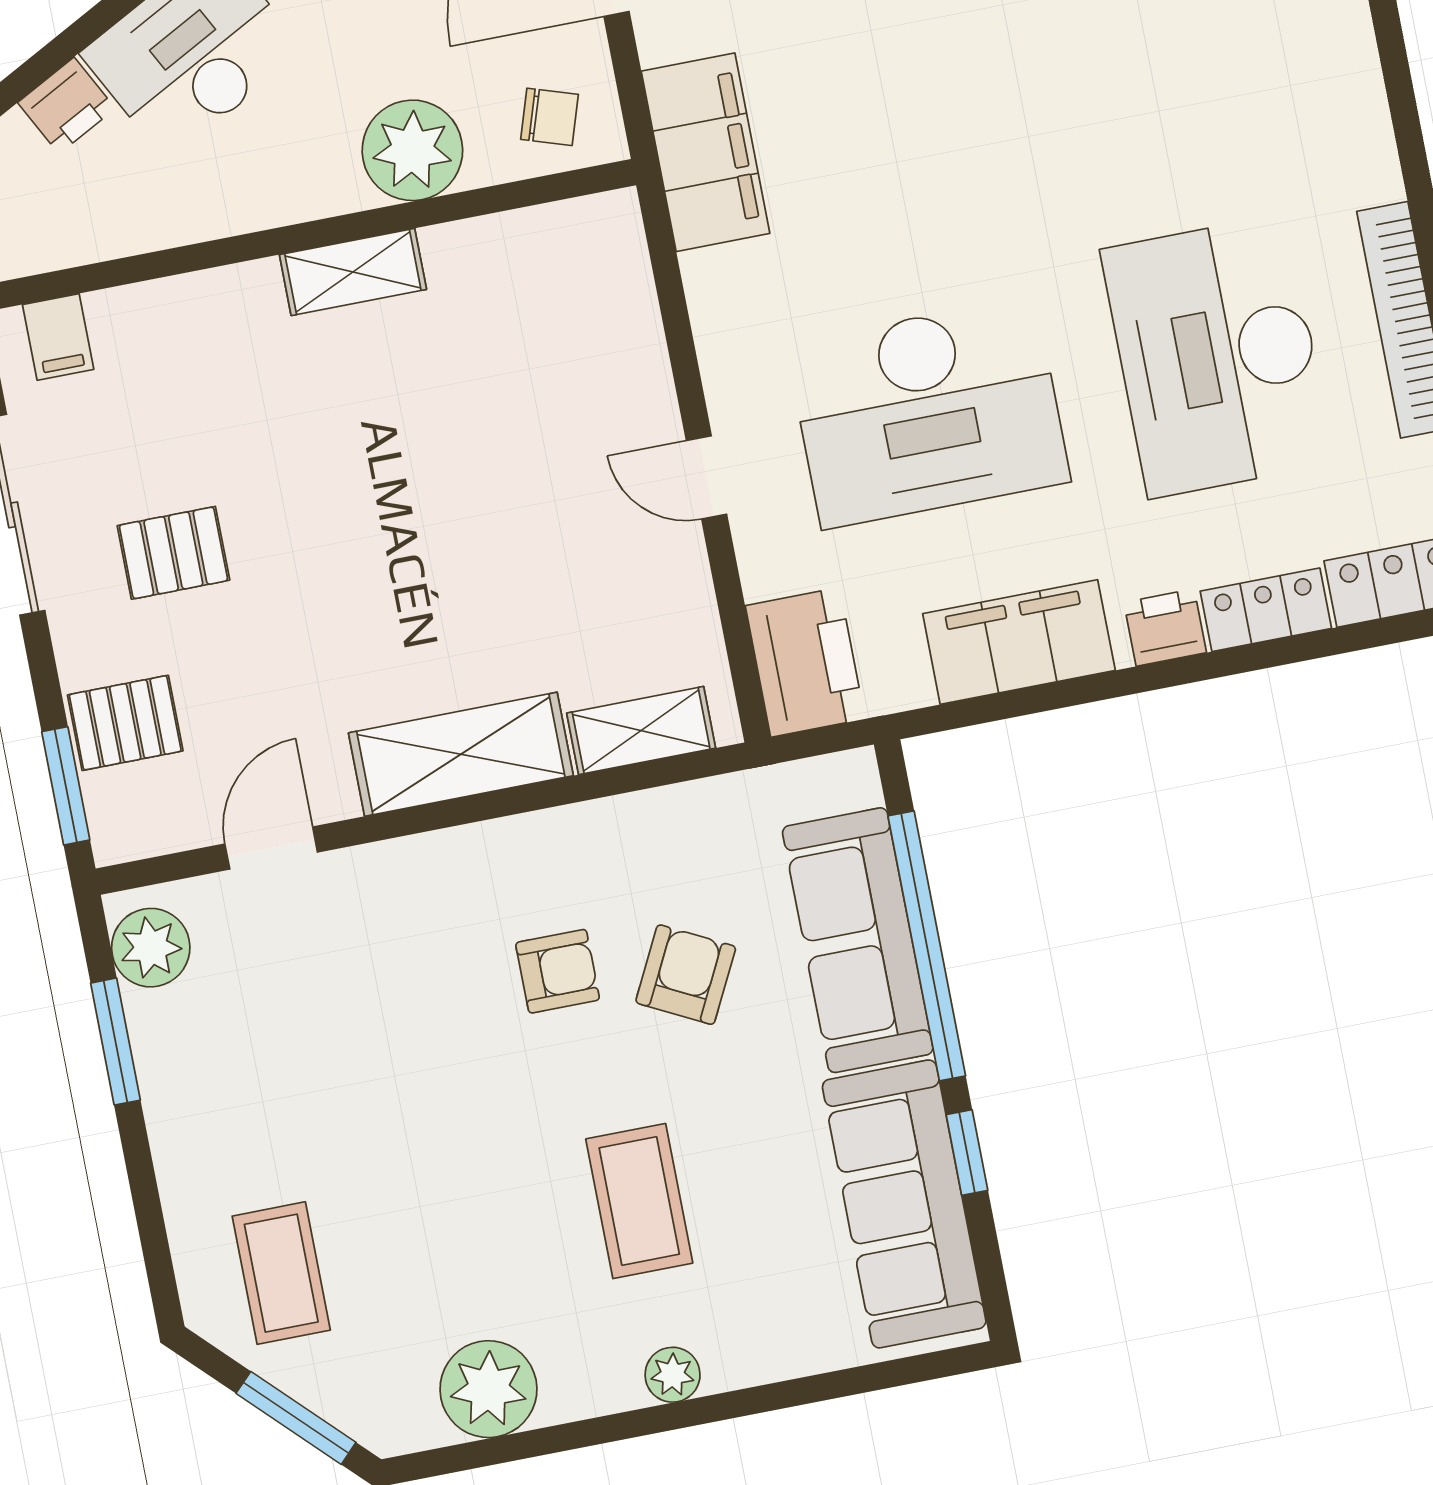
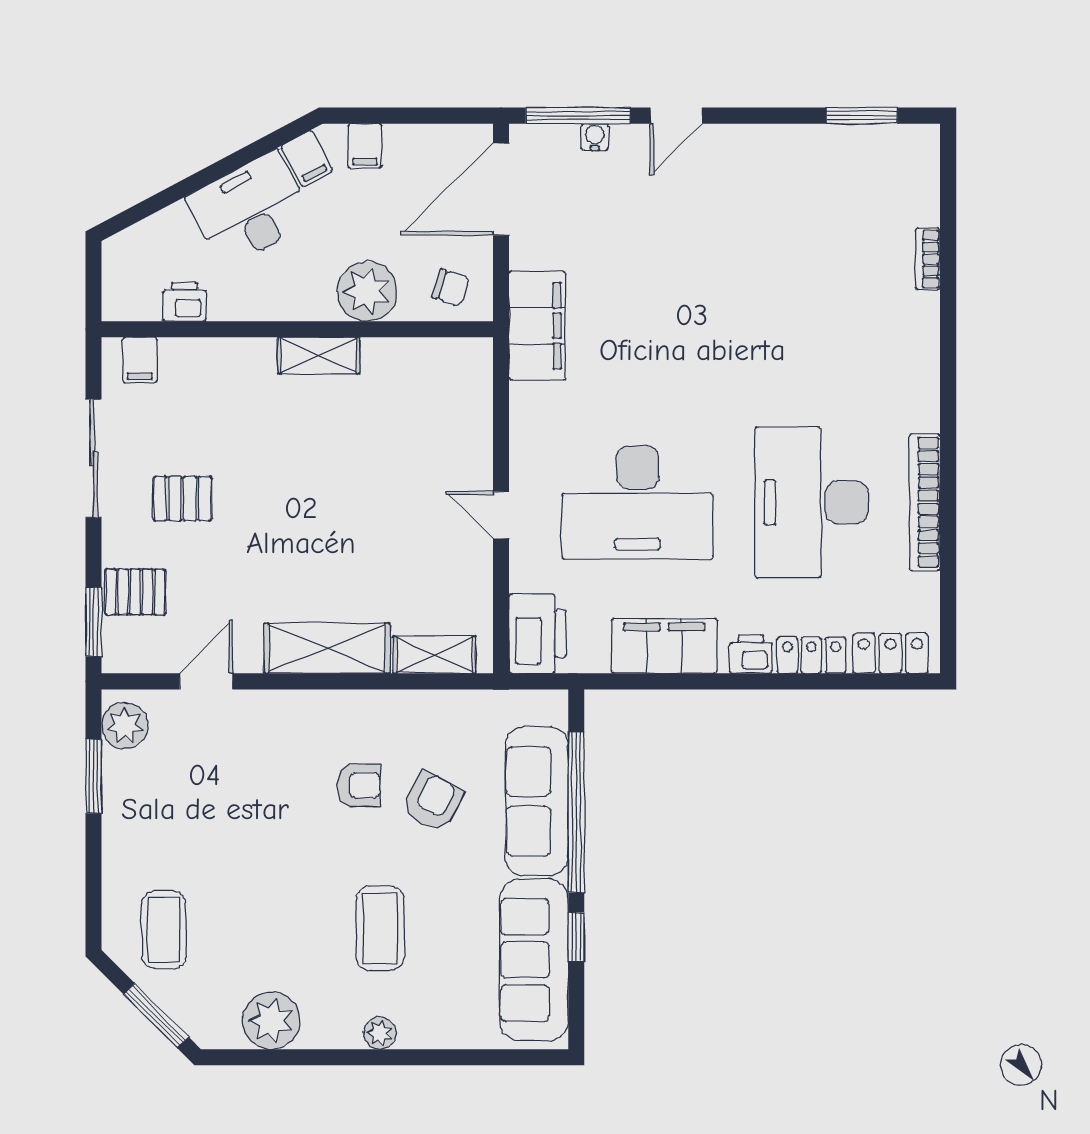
printer: (67, 105) -> (184, 302), moved, turned -152

